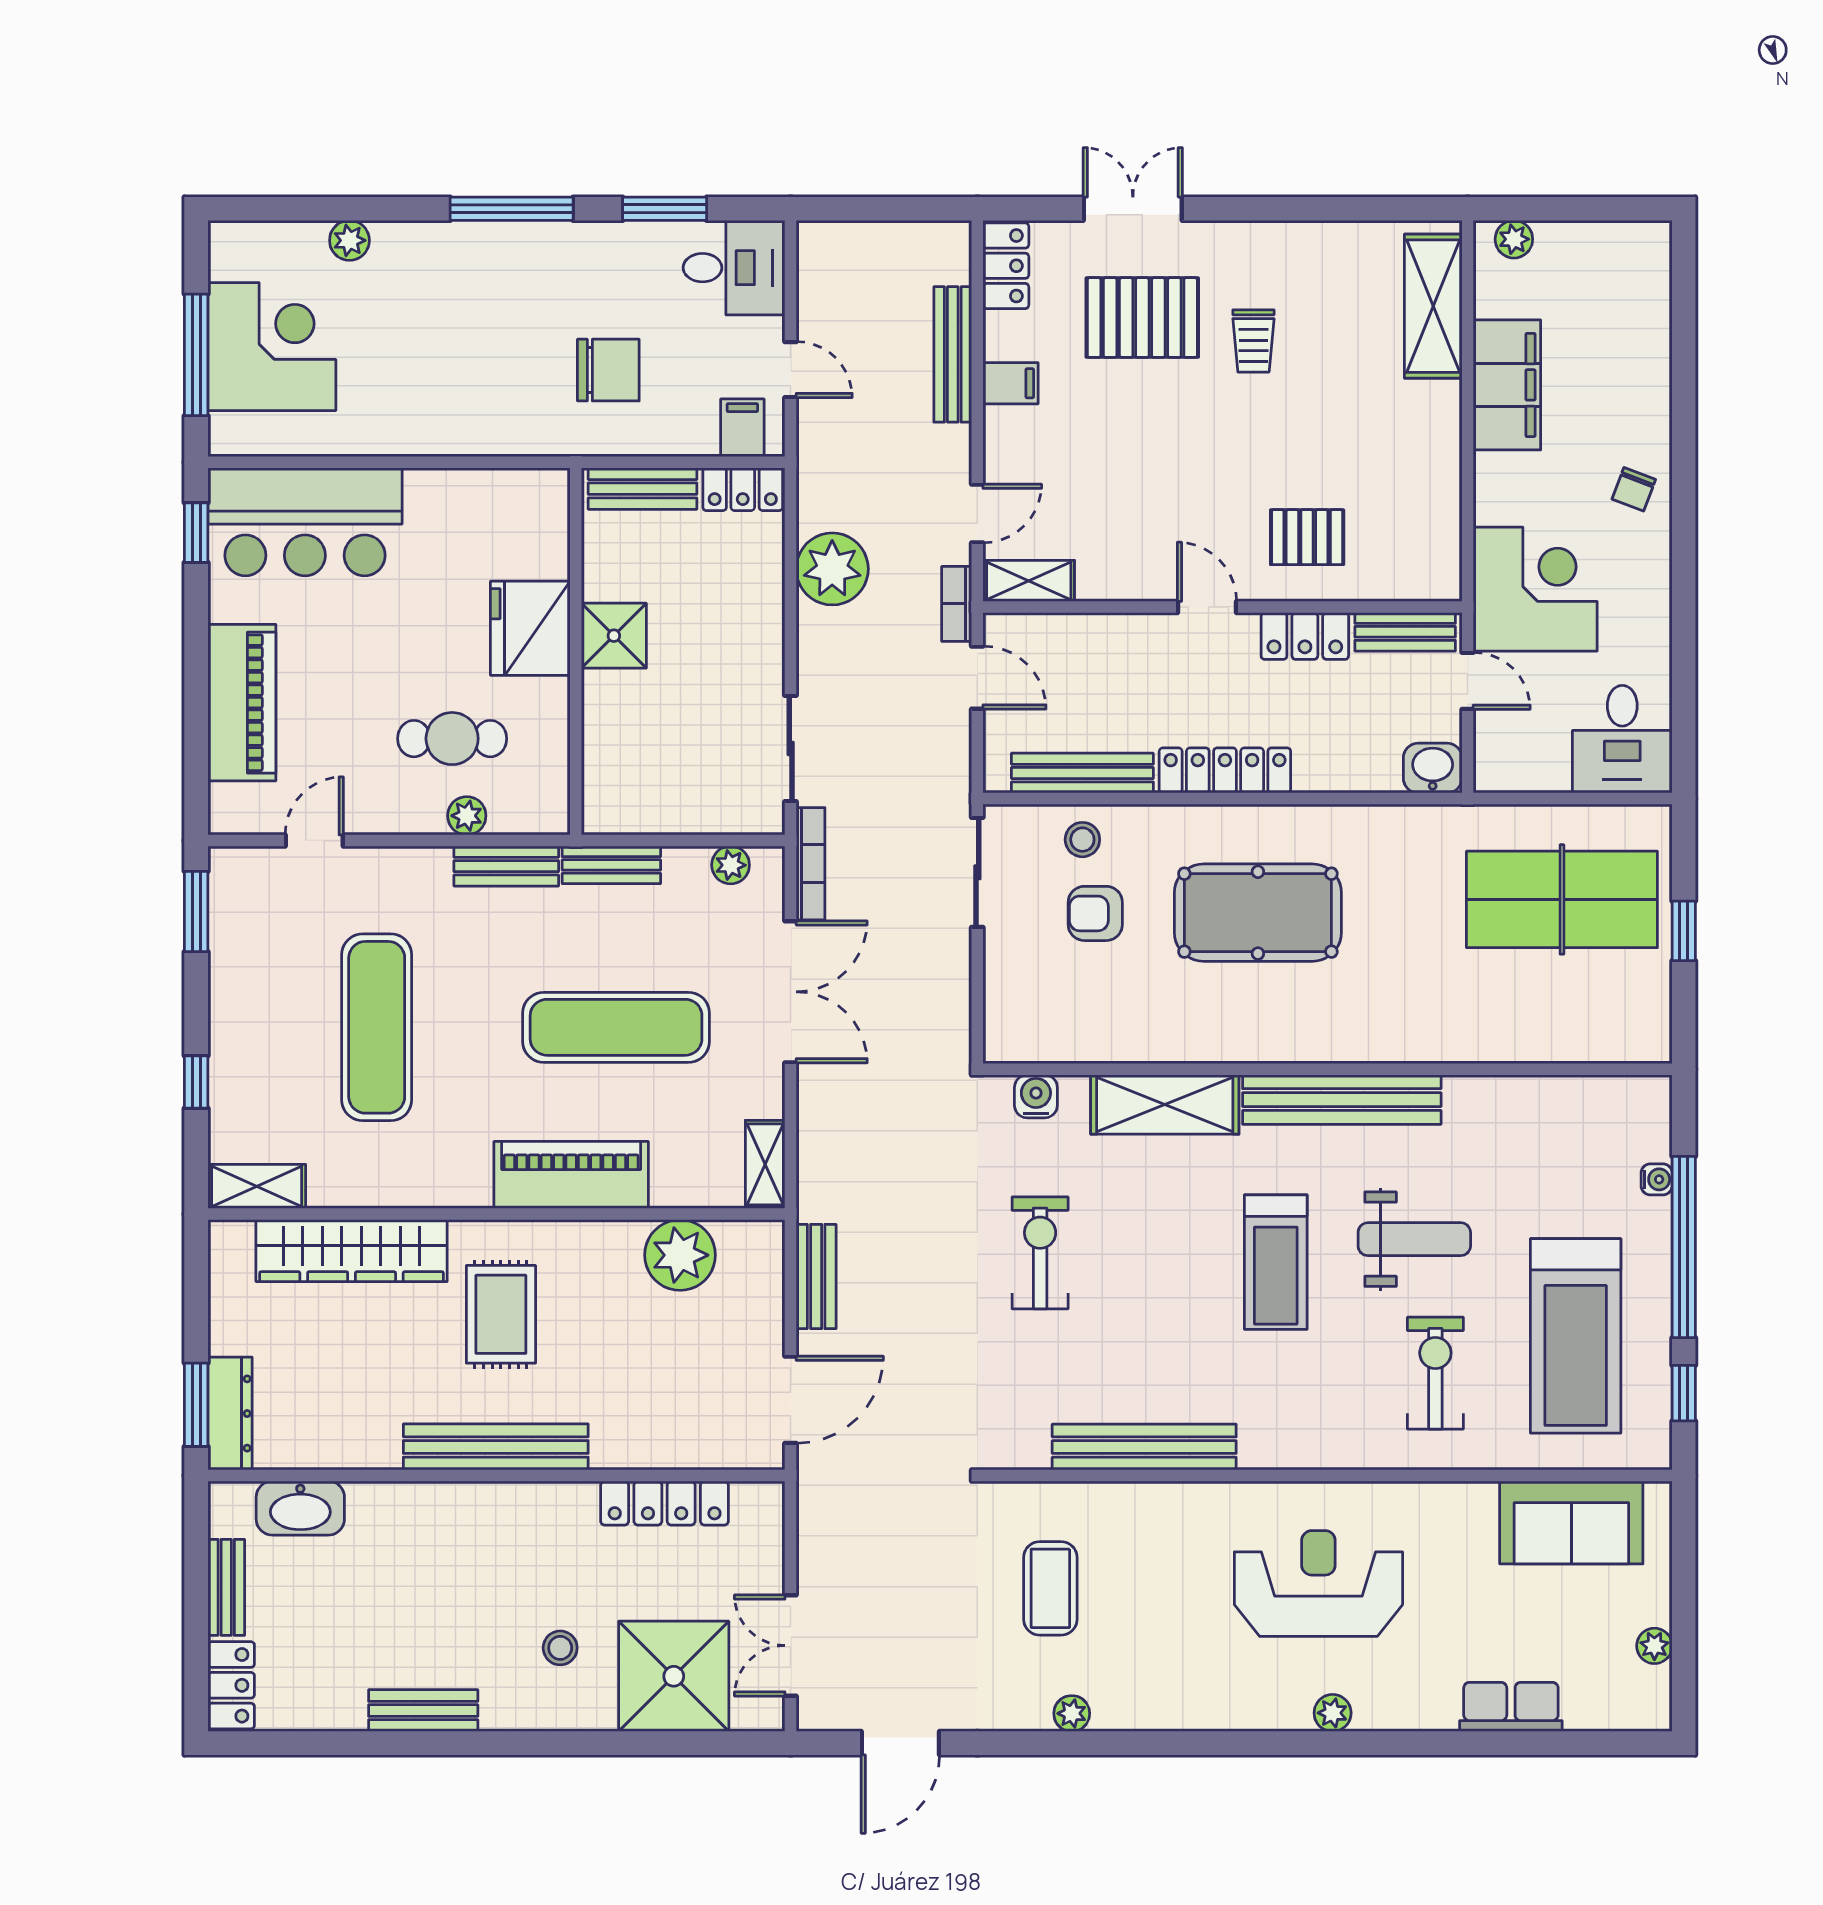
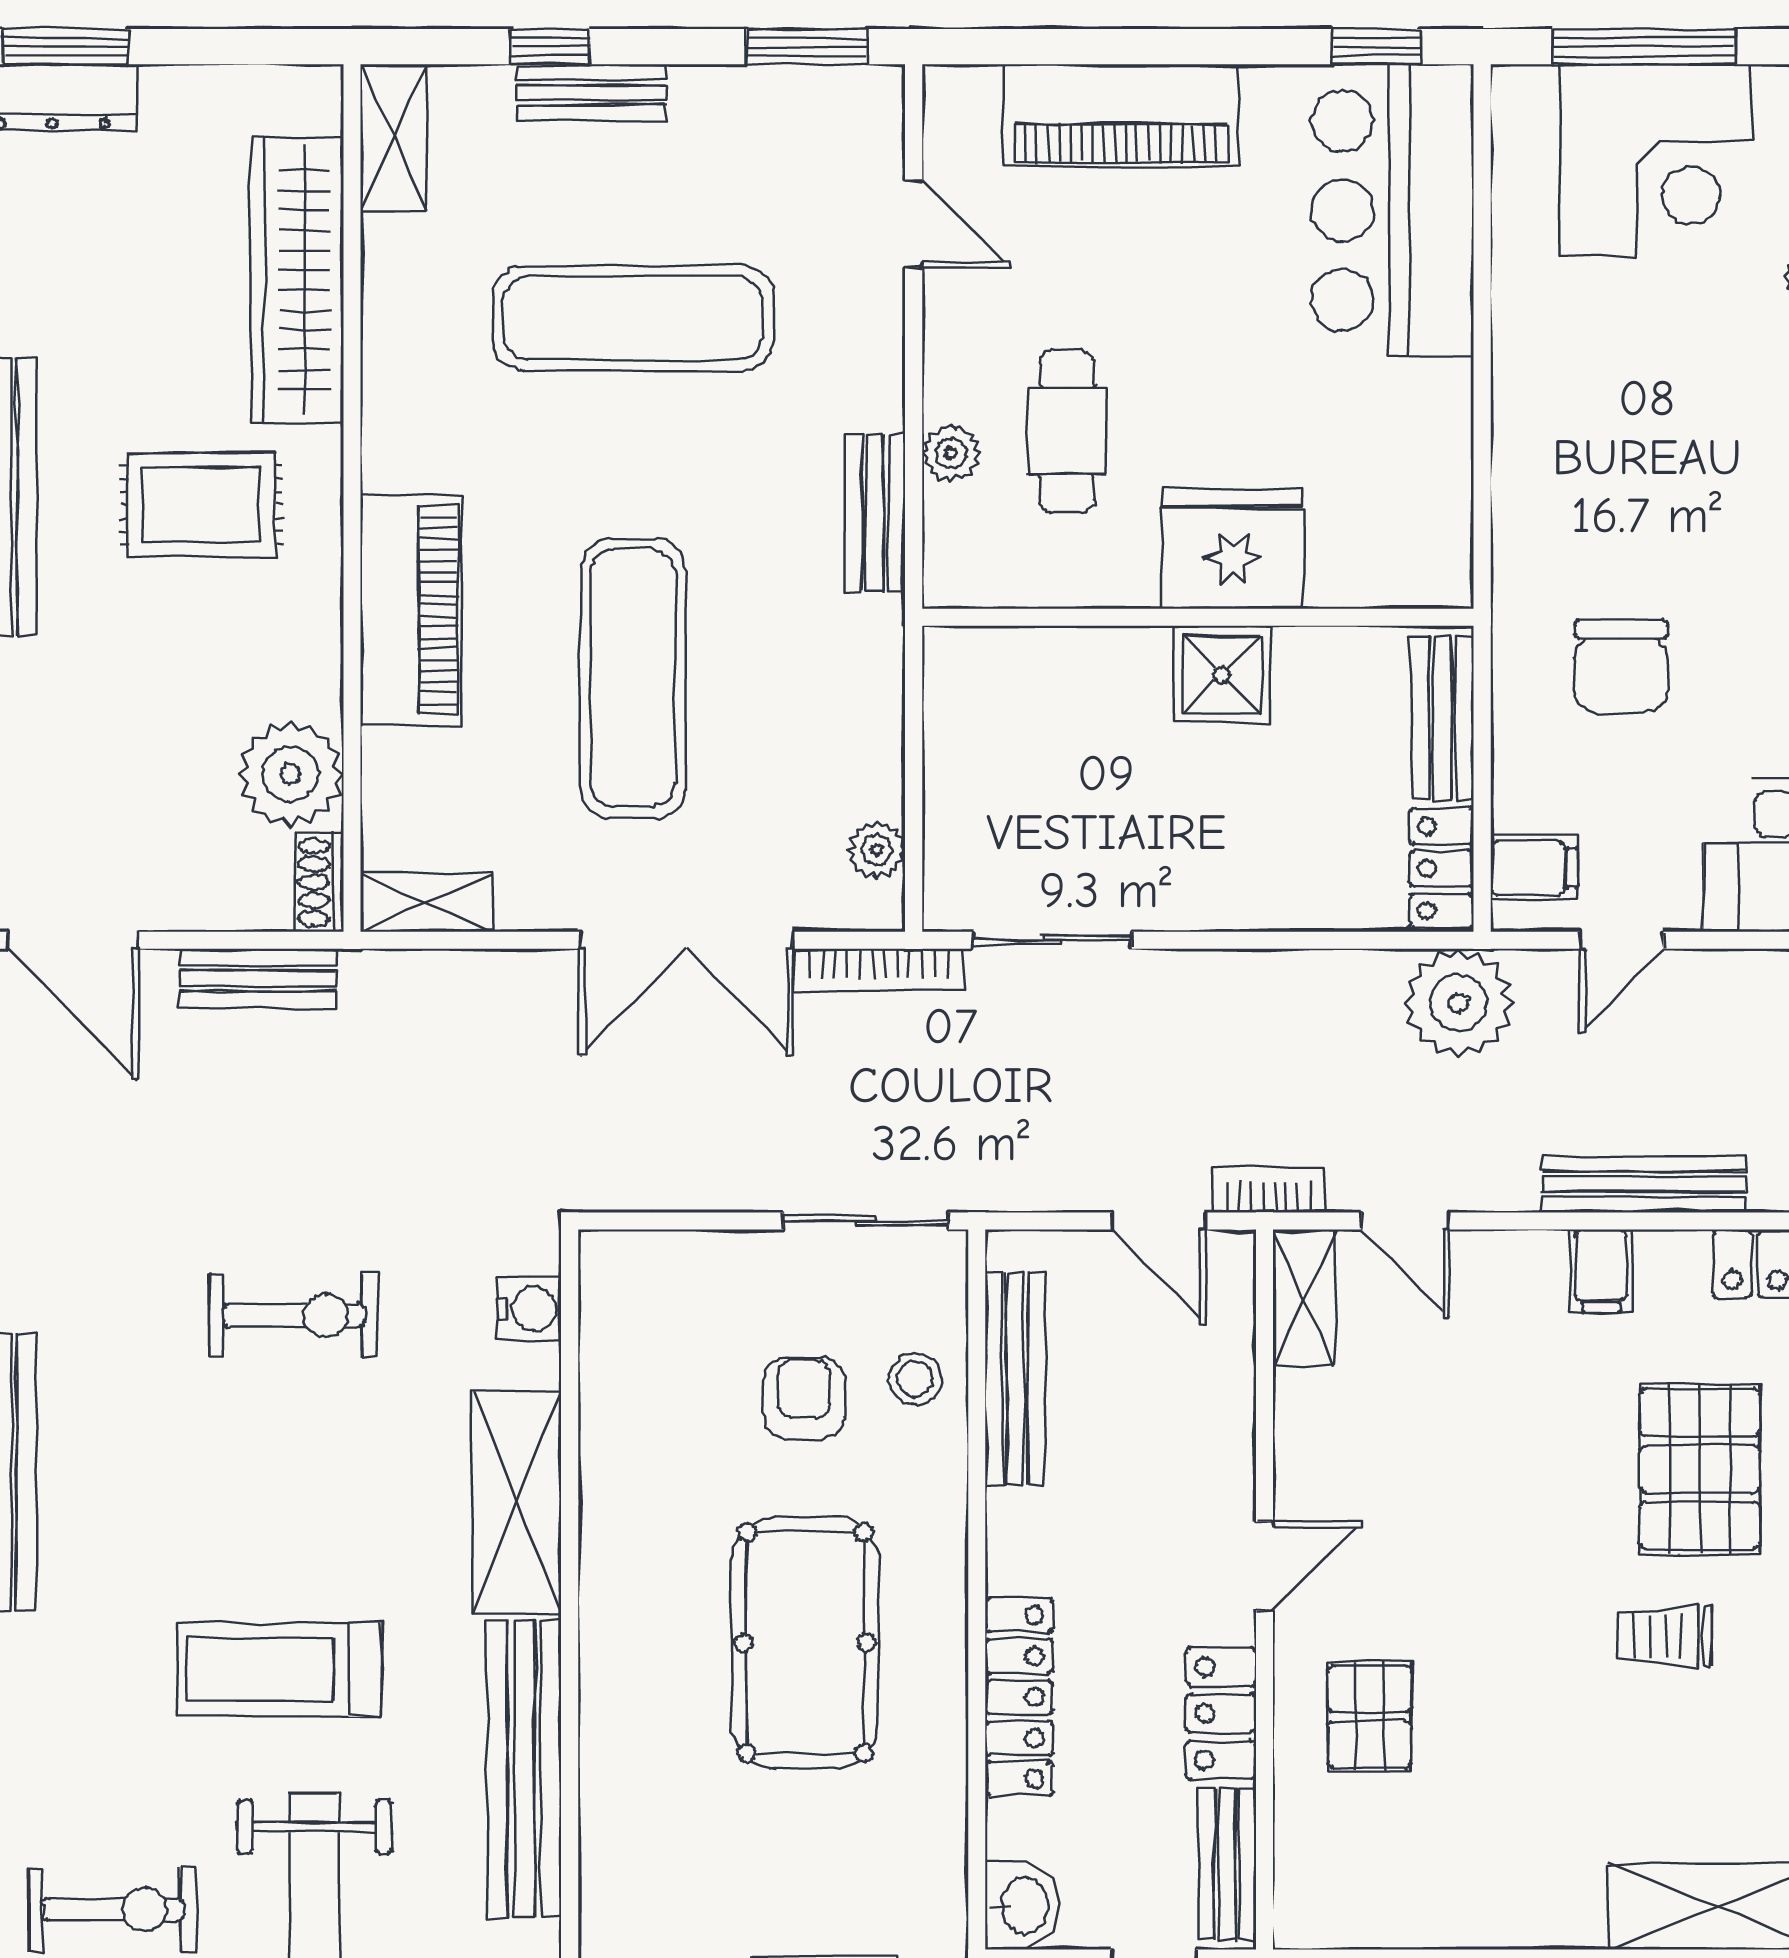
plant: (832, 569) -> (1459, 1003), moved
door: (977, 678) -> (1159, 1221), hinge flipped
locker: (1225, 770) -> (1019, 1697), moved
bench: (611, 865) -> (592, 92), moved, turned 90
shoe rack: (752, 1236) -> (320, 882), added

